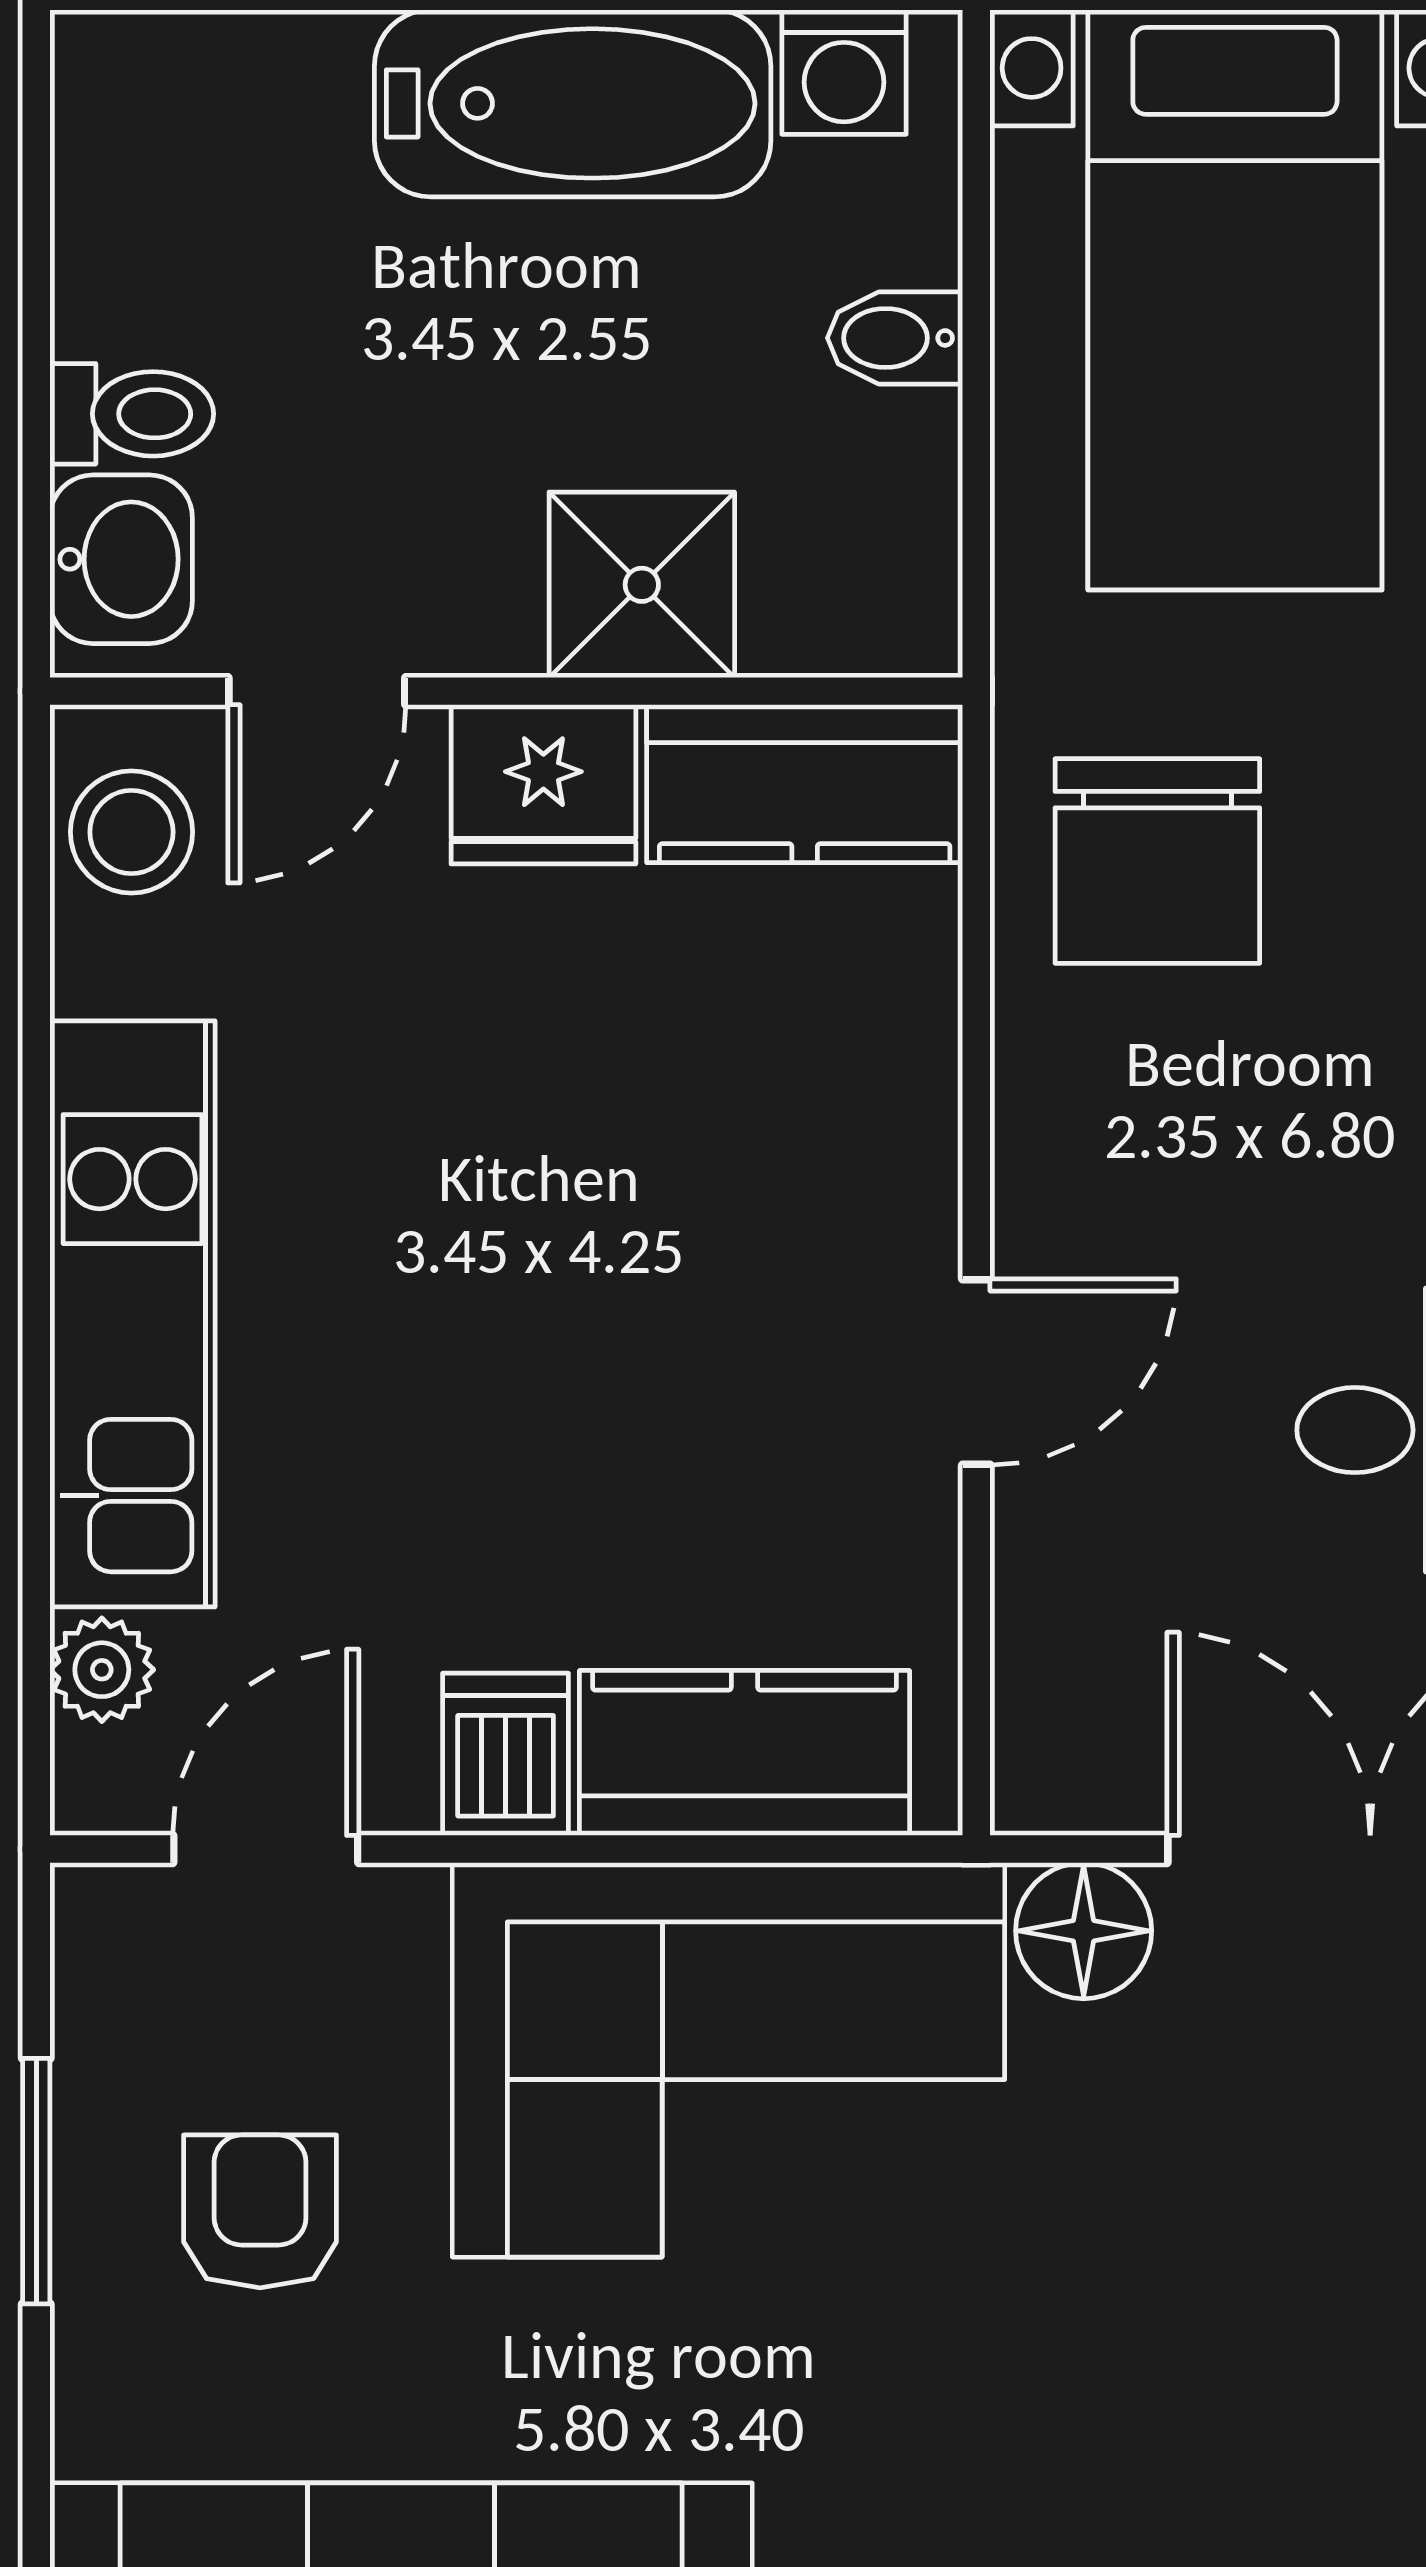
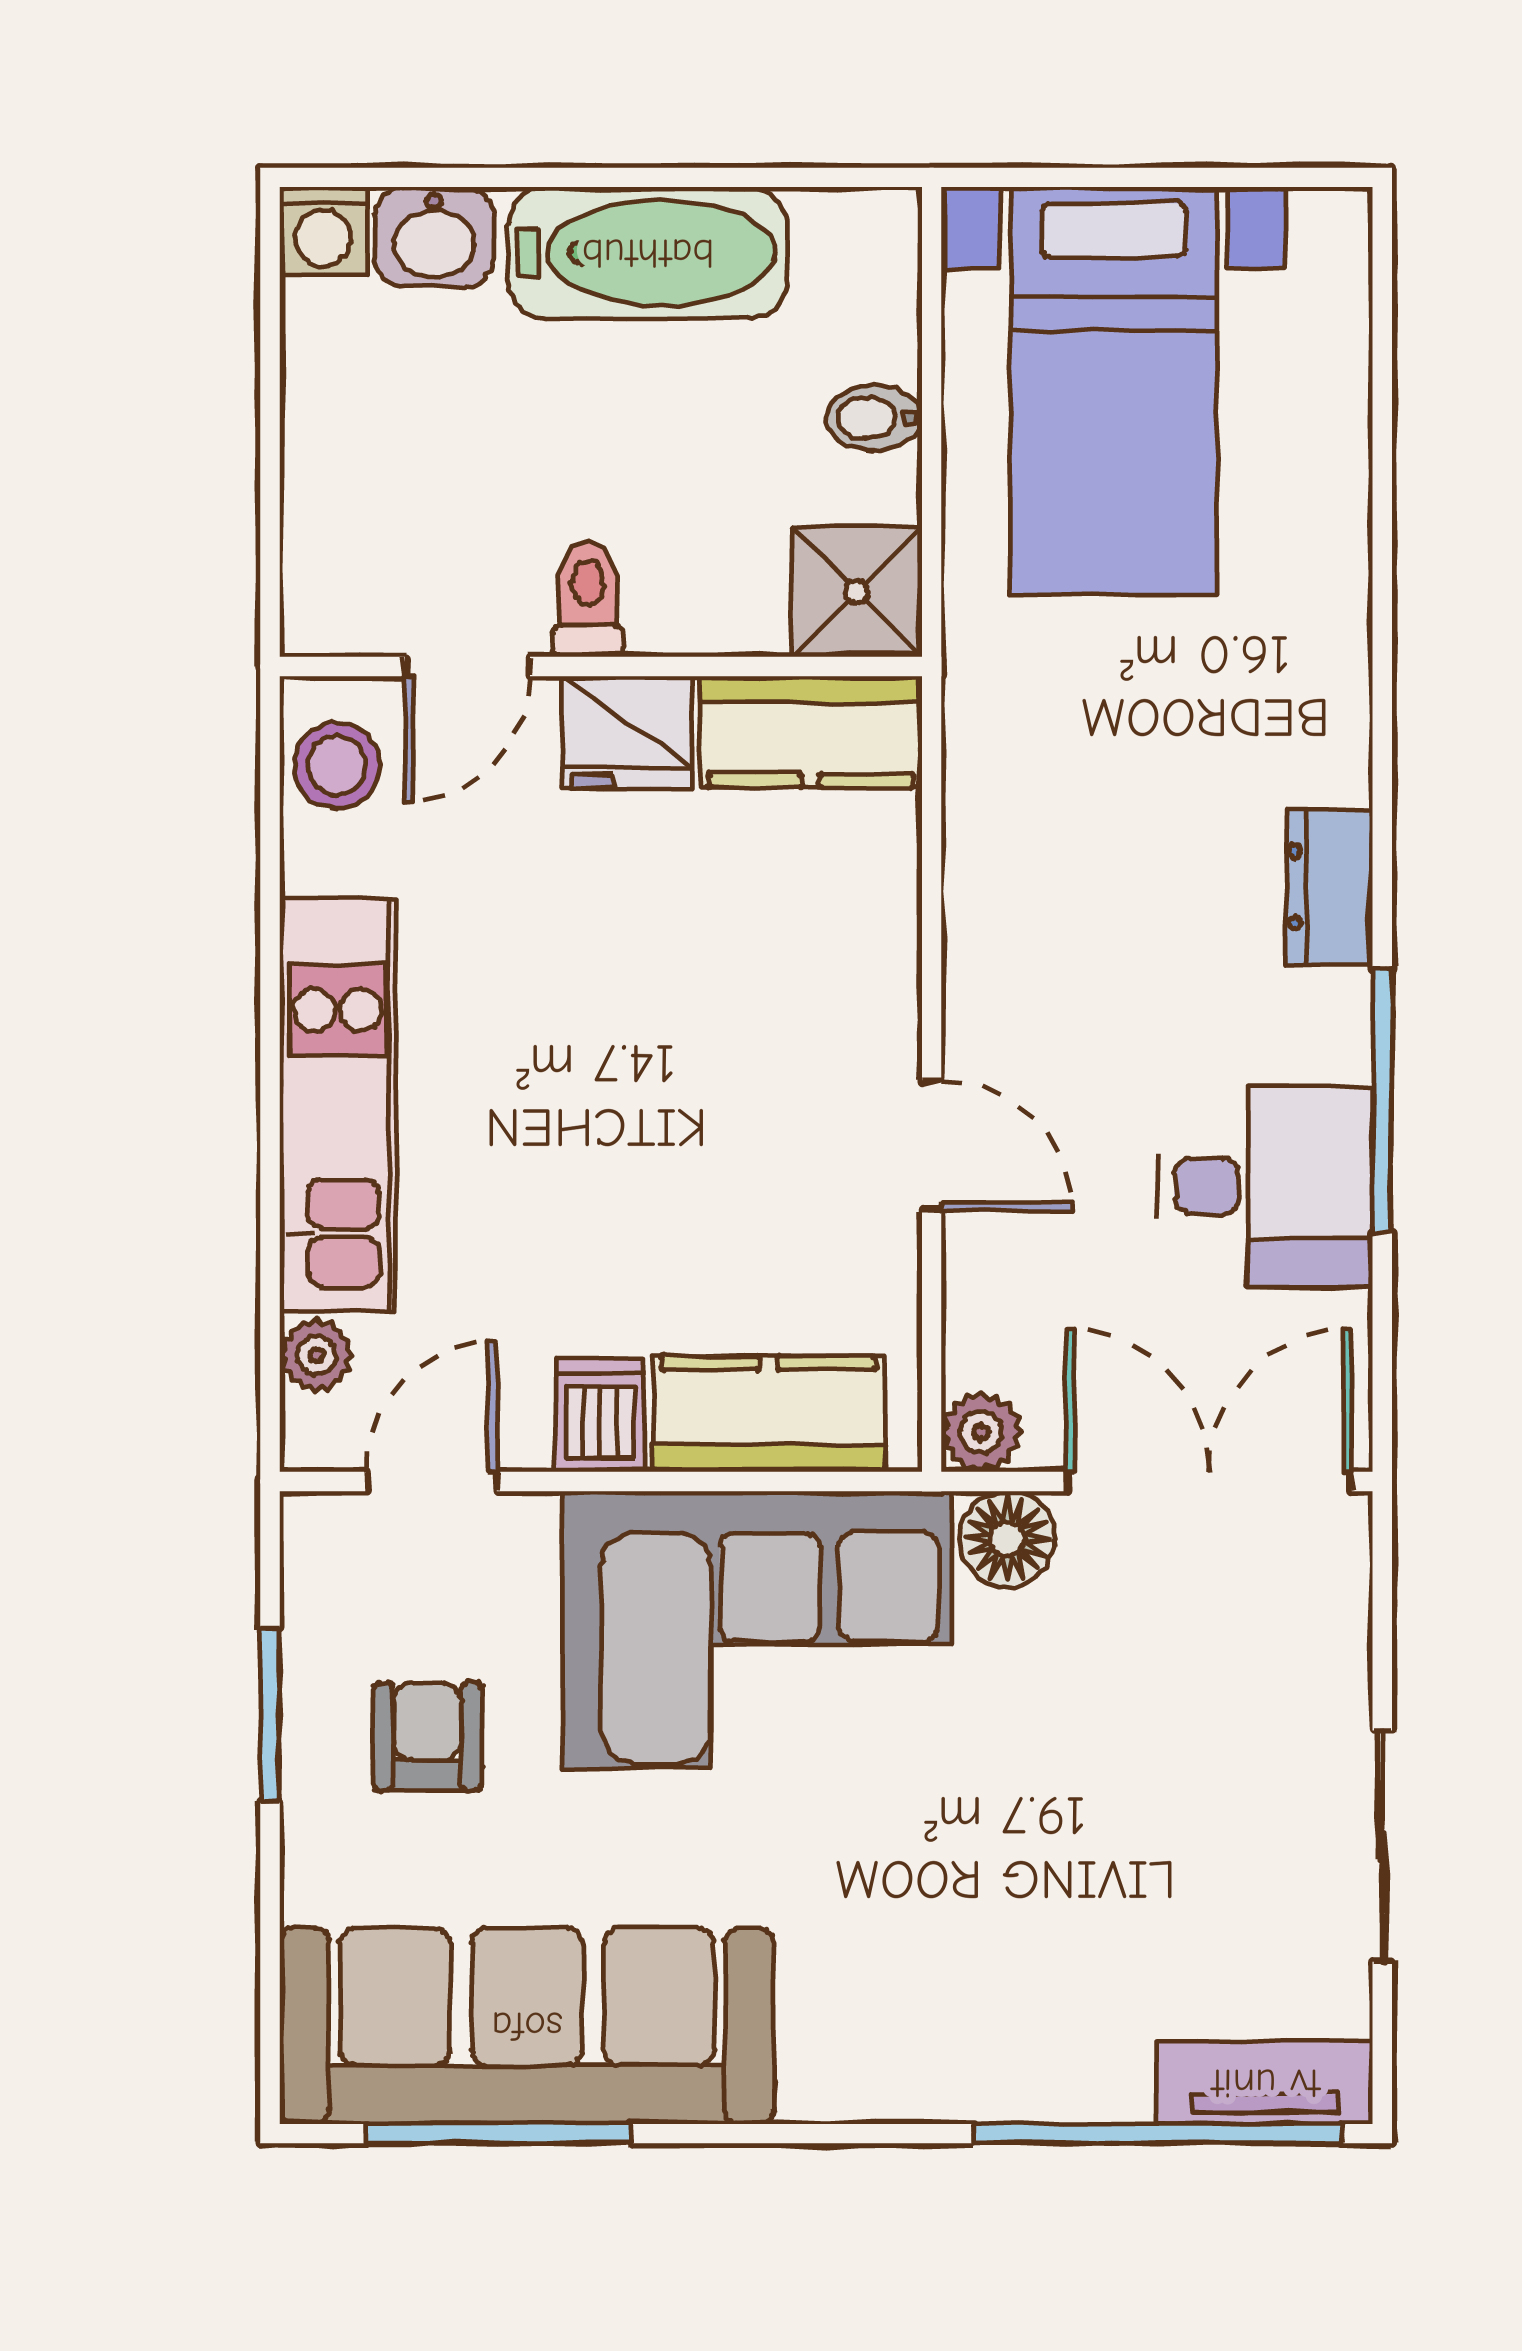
washing machine: (844, 72) -> (323, 231), moved
toilet: (132, 414) -> (588, 599), moved, turned -90
washbasin: (121, 559) -> (434, 237), moved, turned 90
shower: (642, 585) -> (857, 592), moved
chair: (1157, 861) -> (1059, 786), removed
door: (976, 1372) -> (932, 1146), hinge flipped
plant: (1047, 1779) -> (981, 1432), added

